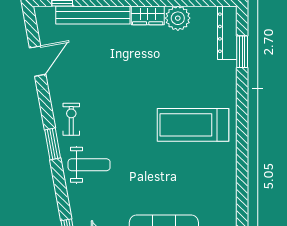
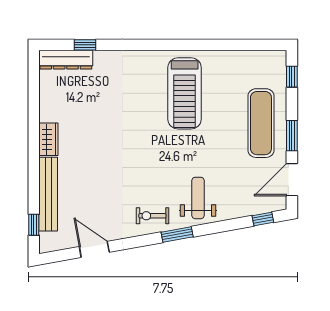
plant: (178, 18) -> (51, 109), removed
window: (242, 52) -> (85, 45), width x0.67
treadmill: (193, 125) -> (185, 93), moved

